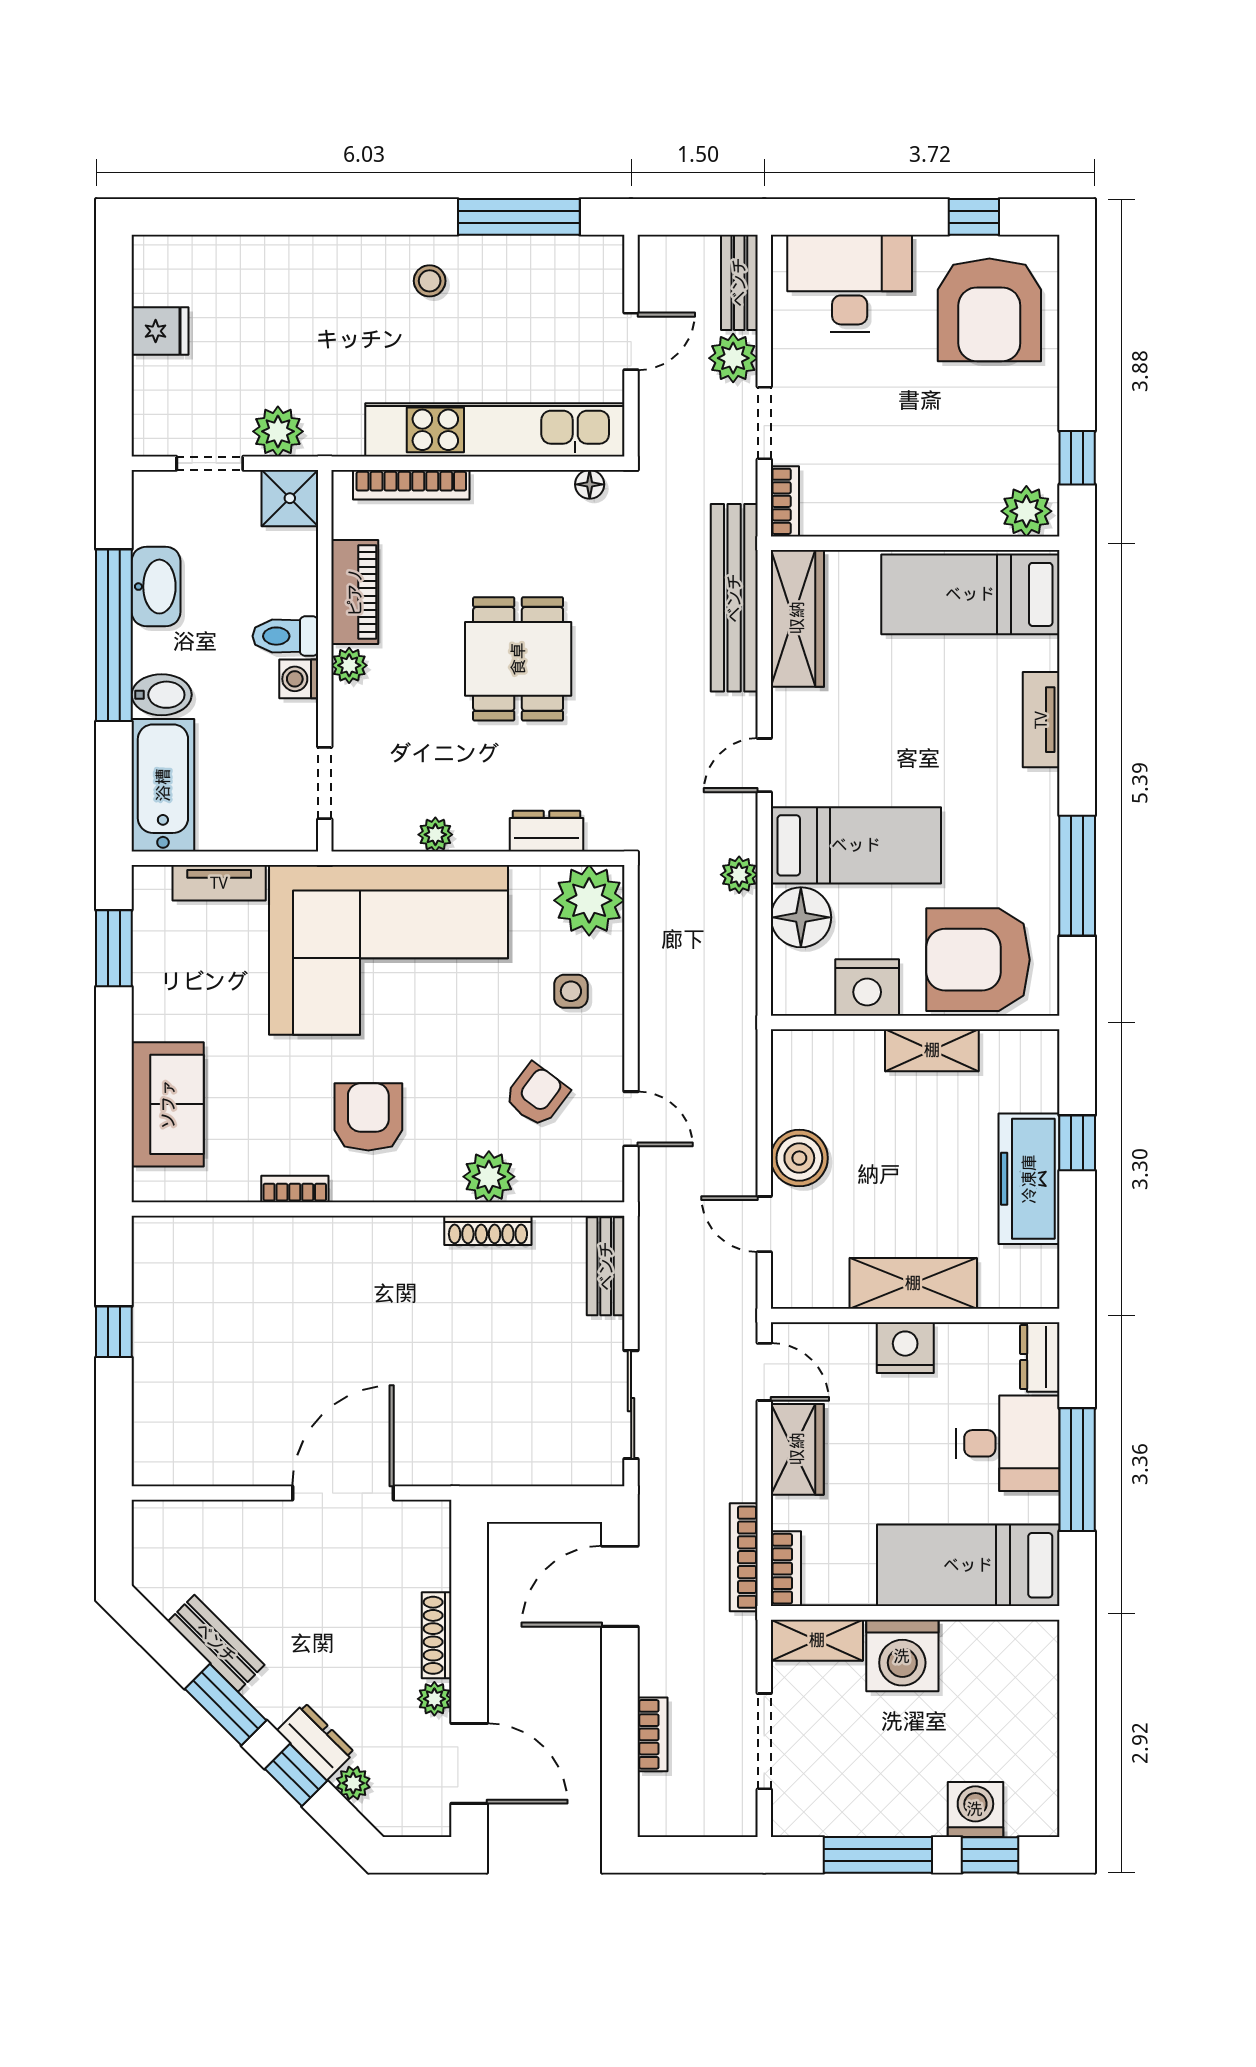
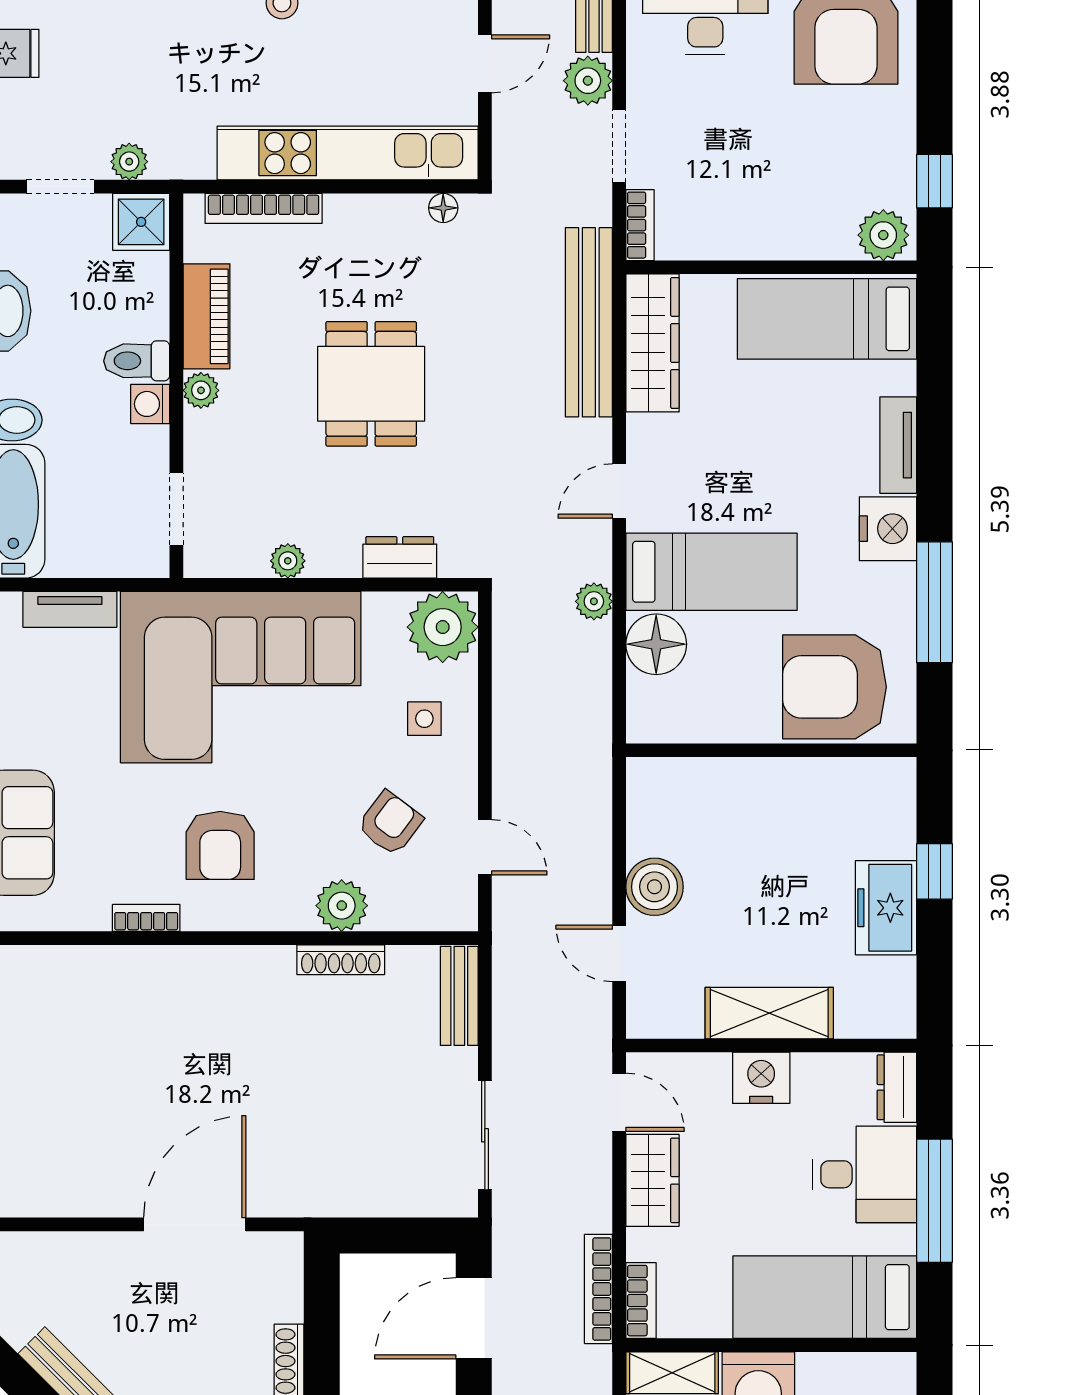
plant: (278, 431) -> (129, 162), width x0.73, depth x0.73
nightstand: (867, 987) -> (888, 529), moved, turned -90
shelving: (932, 1050) -> (788, 778), removed
armchair: (368, 1117) -> (220, 845), turned 180
freezer: (1029, 1179) -> (886, 908), width x0.71

